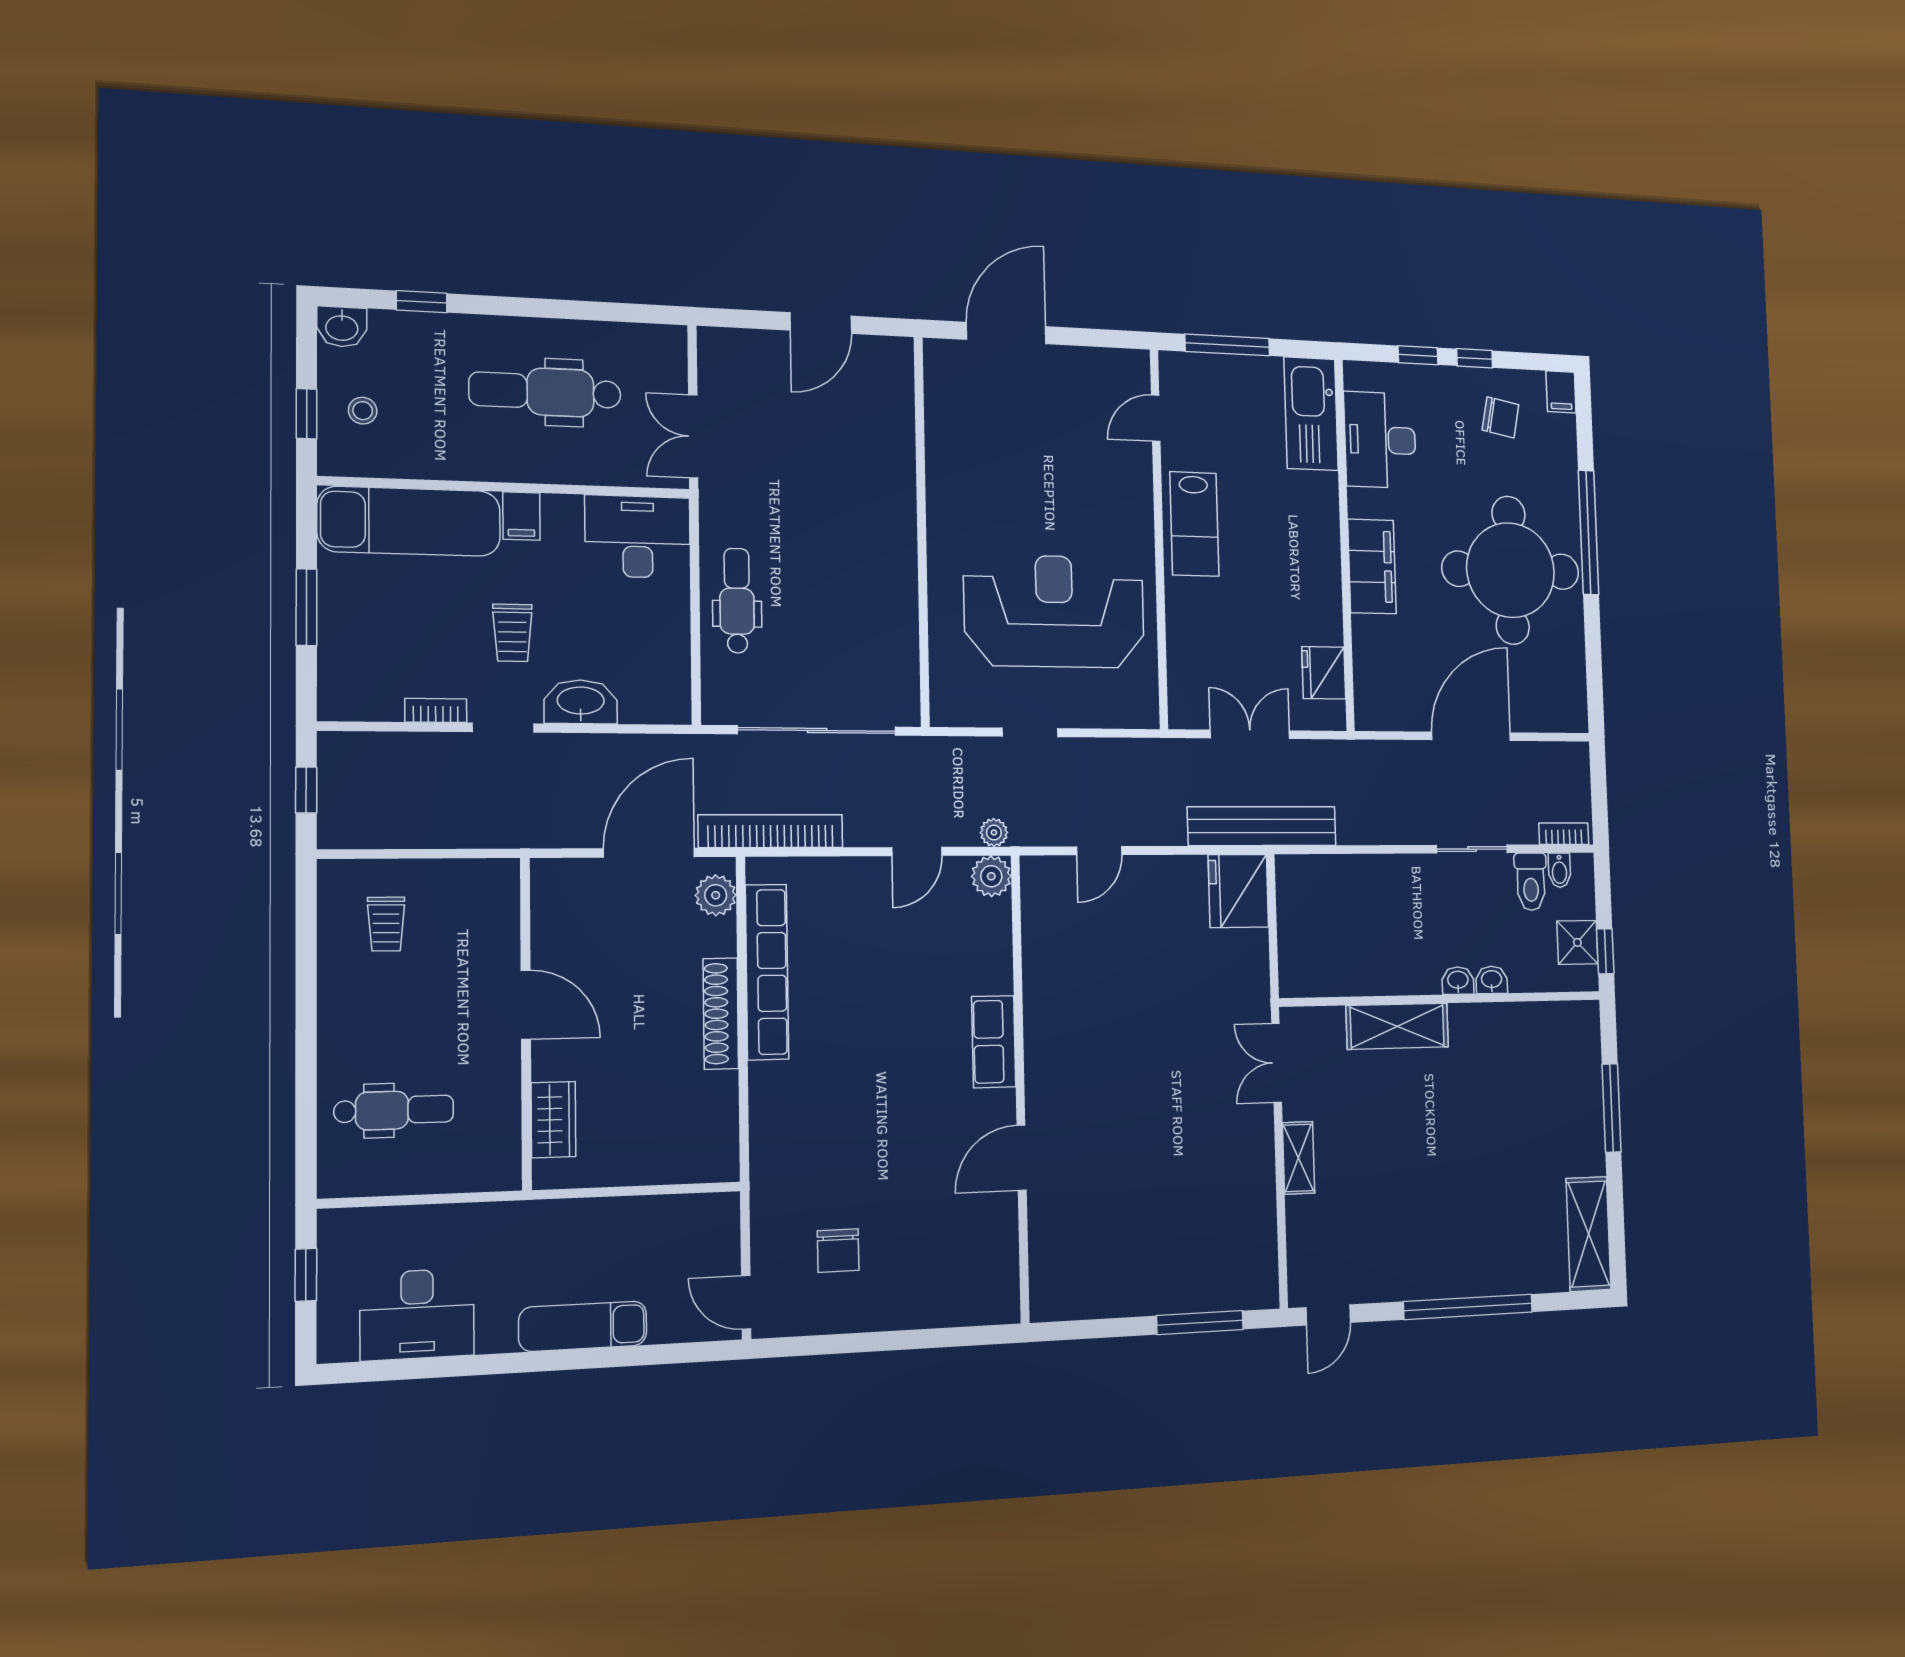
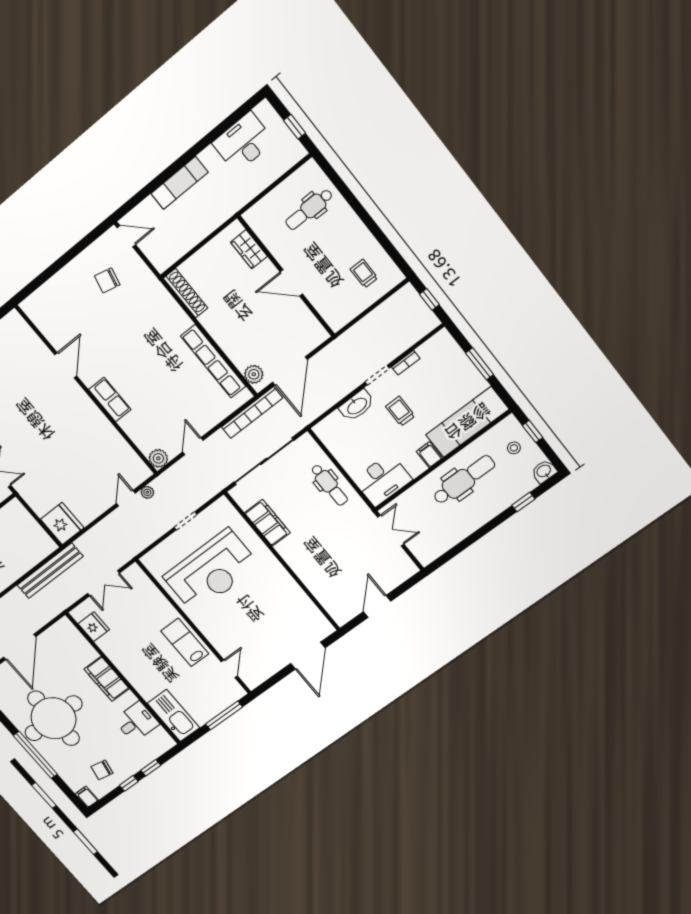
dental chair: (545, 392) -> (464, 480), moved
desk: (1380, 440) -> (136, 722), width x0.73
filing cabinet: (894, 619) -> (267, 523), added
bench: (1262, 826) -> (50, 571), moved
plant: (994, 832) -> (147, 492), moved
shoe rack: (721, 1014) -> (186, 293), moved
chair: (838, 1251) -> (107, 280), turned -77

